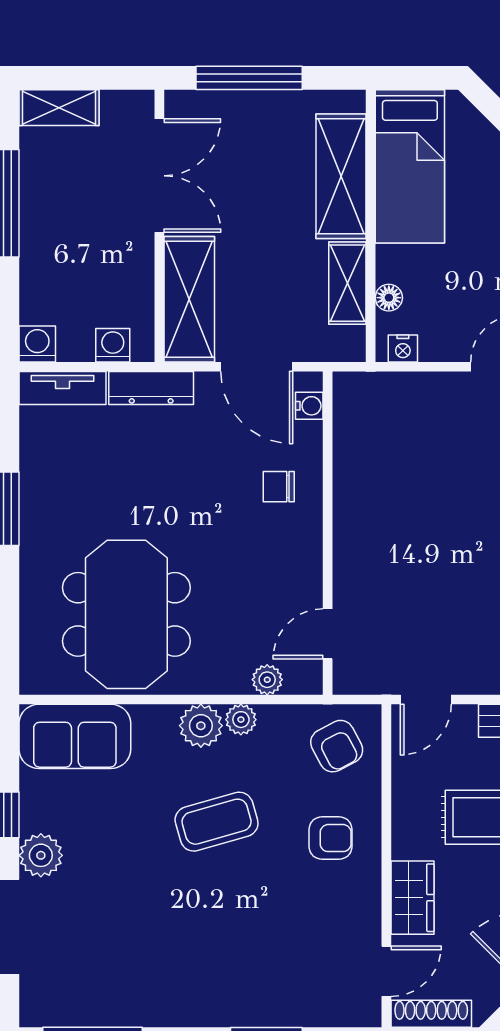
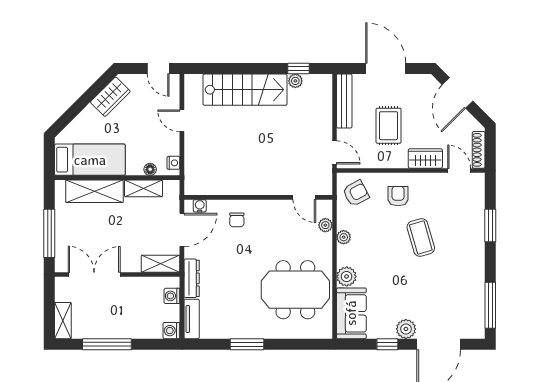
shelving: (189, 299) -> (160, 264), width x0.67, depth x0.75
plant: (201, 726) -> (347, 276), moved
coffee table: (217, 822) -> (421, 237), moved

